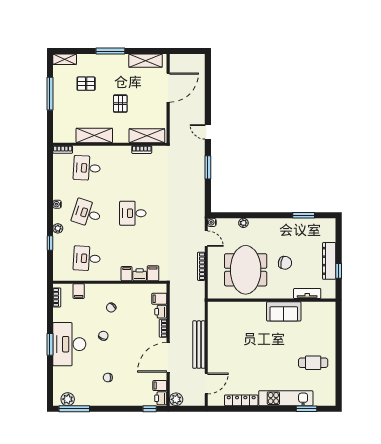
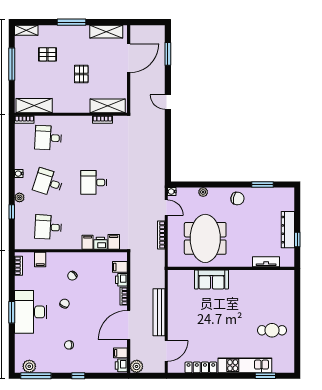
shelving: (94, 135) -> (34, 106), moved
window: (208, 167) -> (168, 54), moved
chair: (285, 263) -> (237, 198), moved
sofa: (284, 311) -> (211, 279), moved
window: (150, 409) -> (78, 376), moved

